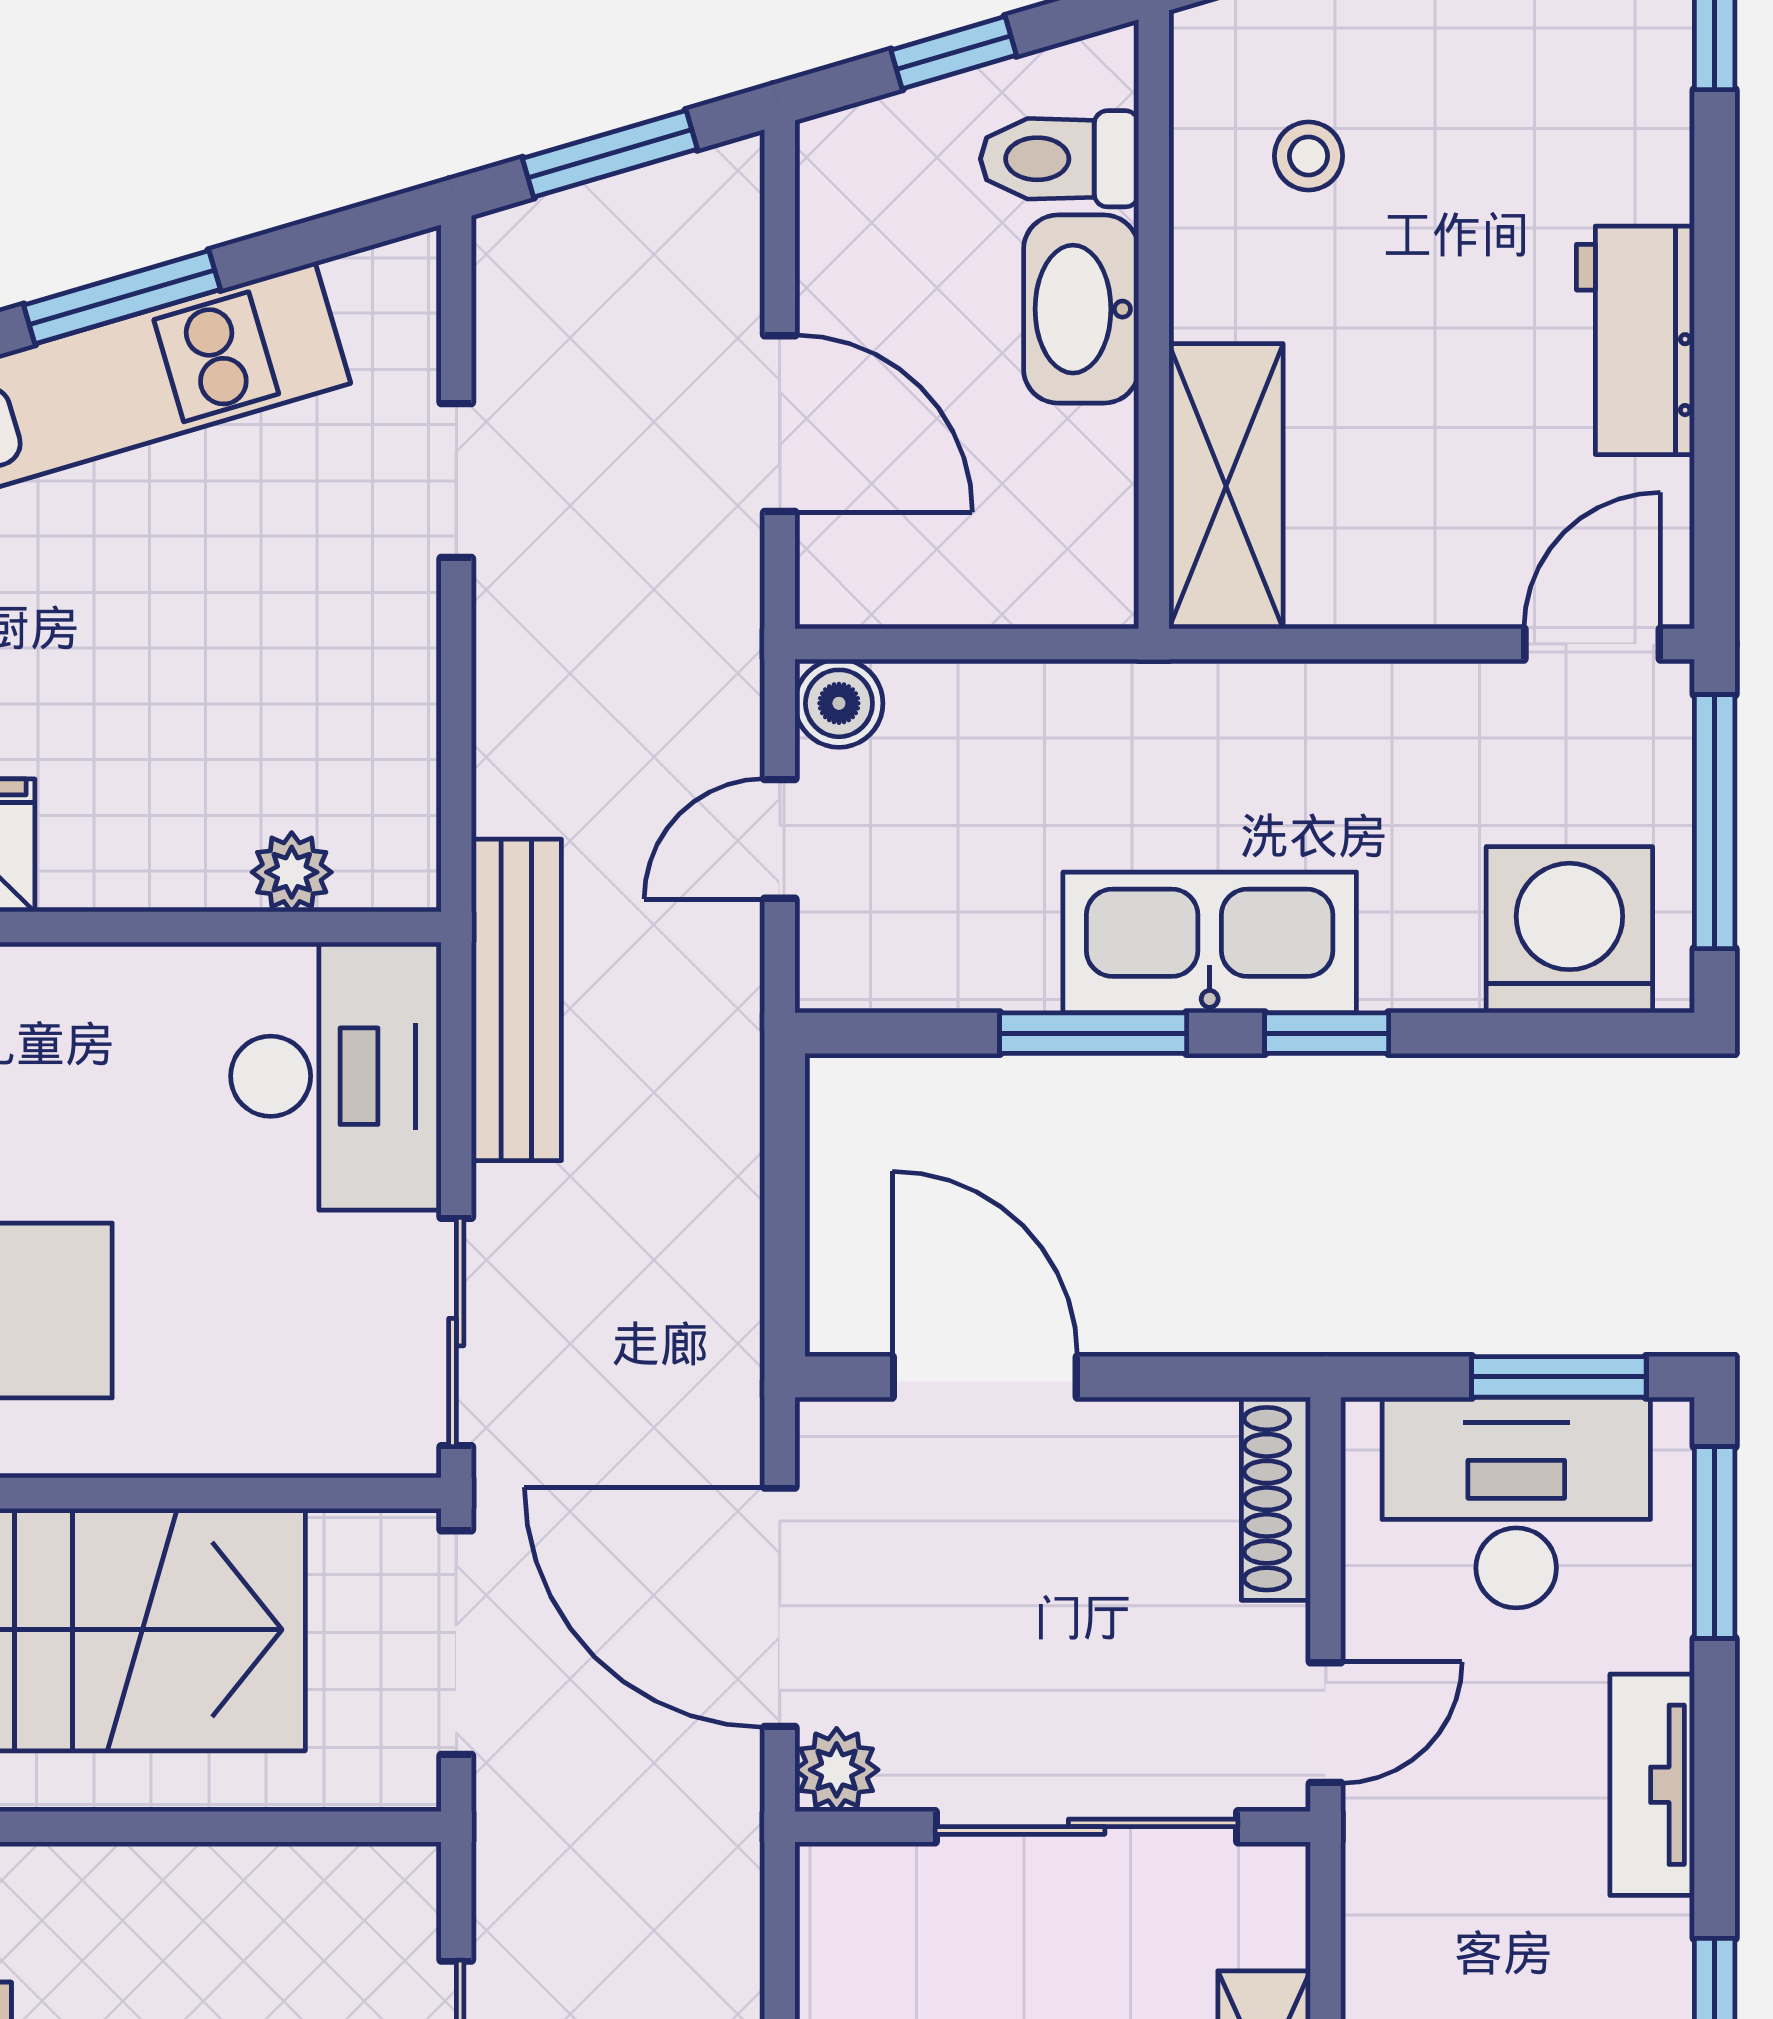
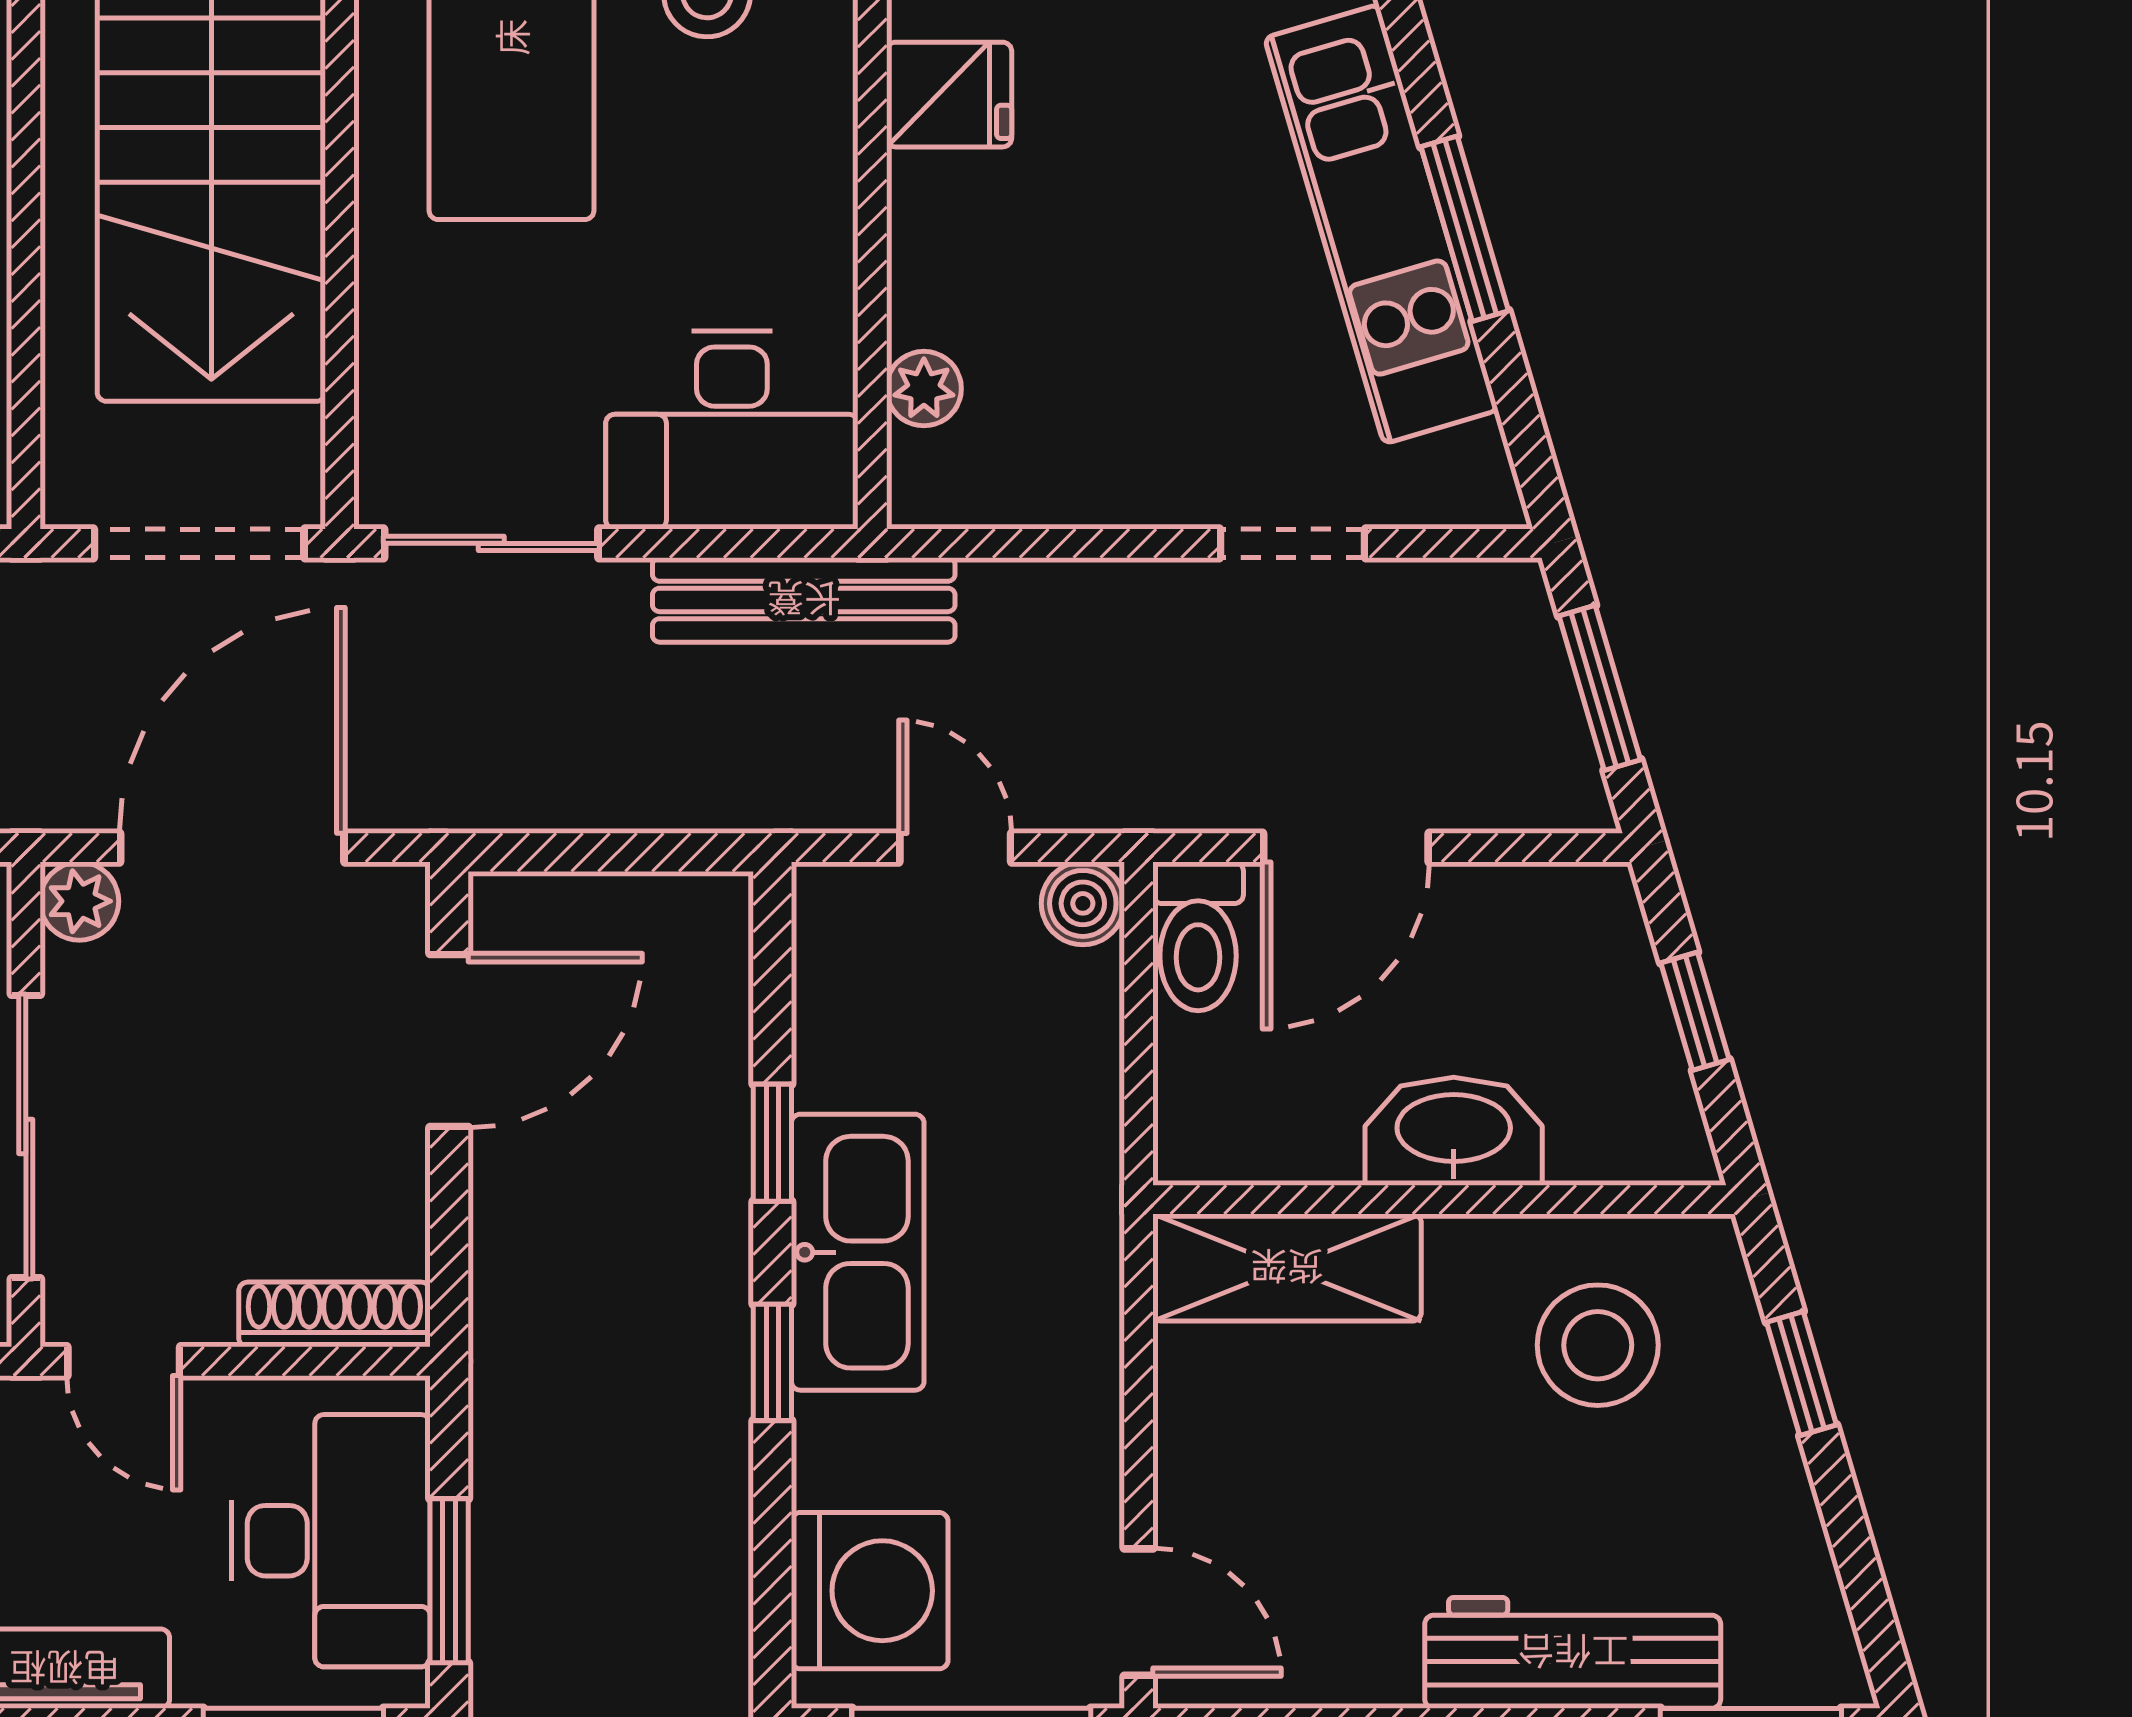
stool: (1309, 156) -> (1598, 1345), width x1.89, depth x1.89
toilet: (1059, 159) -> (1198, 936), moved, turned 180
workbench: (1635, 340) -> (1573, 1653), moved, width x1.38
window: (1093, 1033) -> (772, 1143), width x0.67

